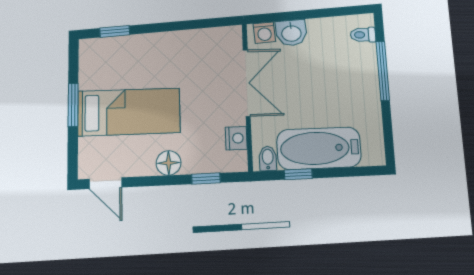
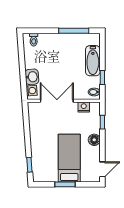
window: (383, 71) -> (74, 31), moved
bathtub: (319, 148) -> (93, 61), width x0.73, depth x0.73

